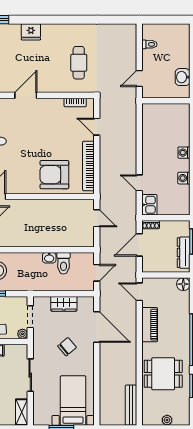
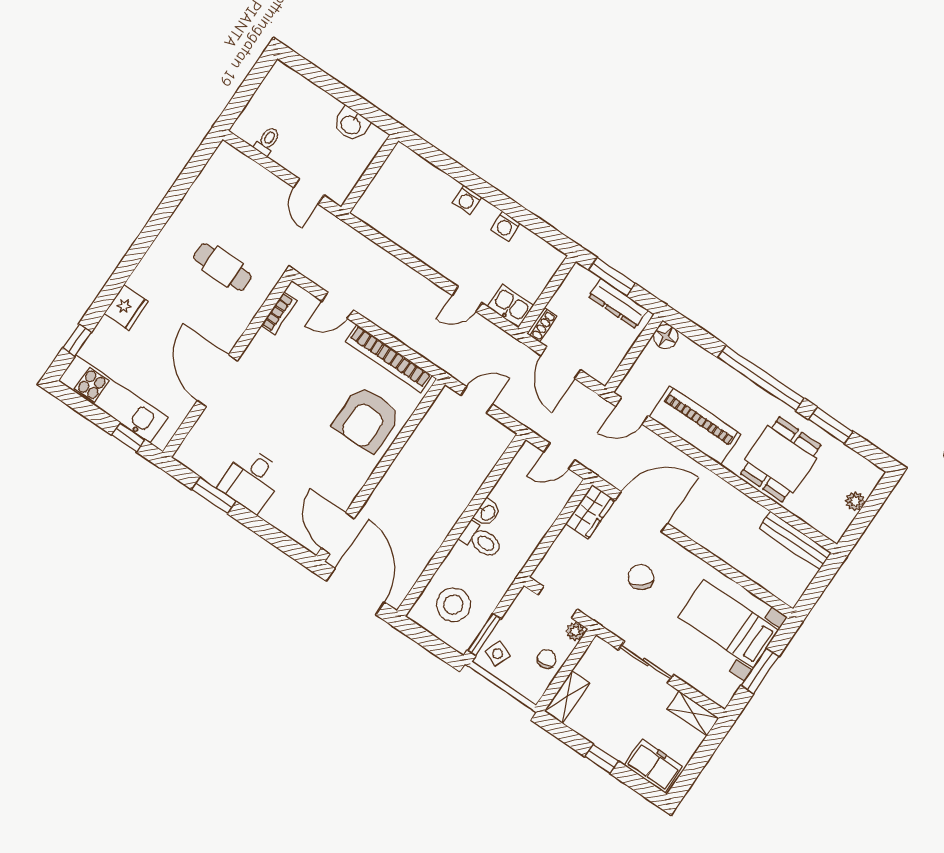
door: (26, 95) -> (217, 381), width x1.36
toilet: (63, 263) -> (481, 540), moved
door: (97, 273) -> (559, 456), swing flipped
wardrobe: (64, 304) -> (590, 512), moved
piano: (150, 325) -> (695, 425), width x1.37, depth x1.33

